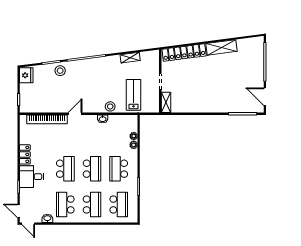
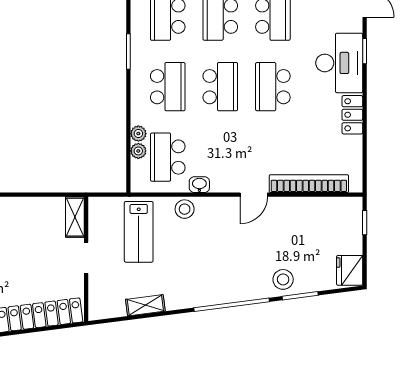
school desk: (119, 133) -> (168, 157), added
school desk: (92, 169) -> (220, 87), turned 180
desk: (32, 177) -> (339, 63), width x1.37

